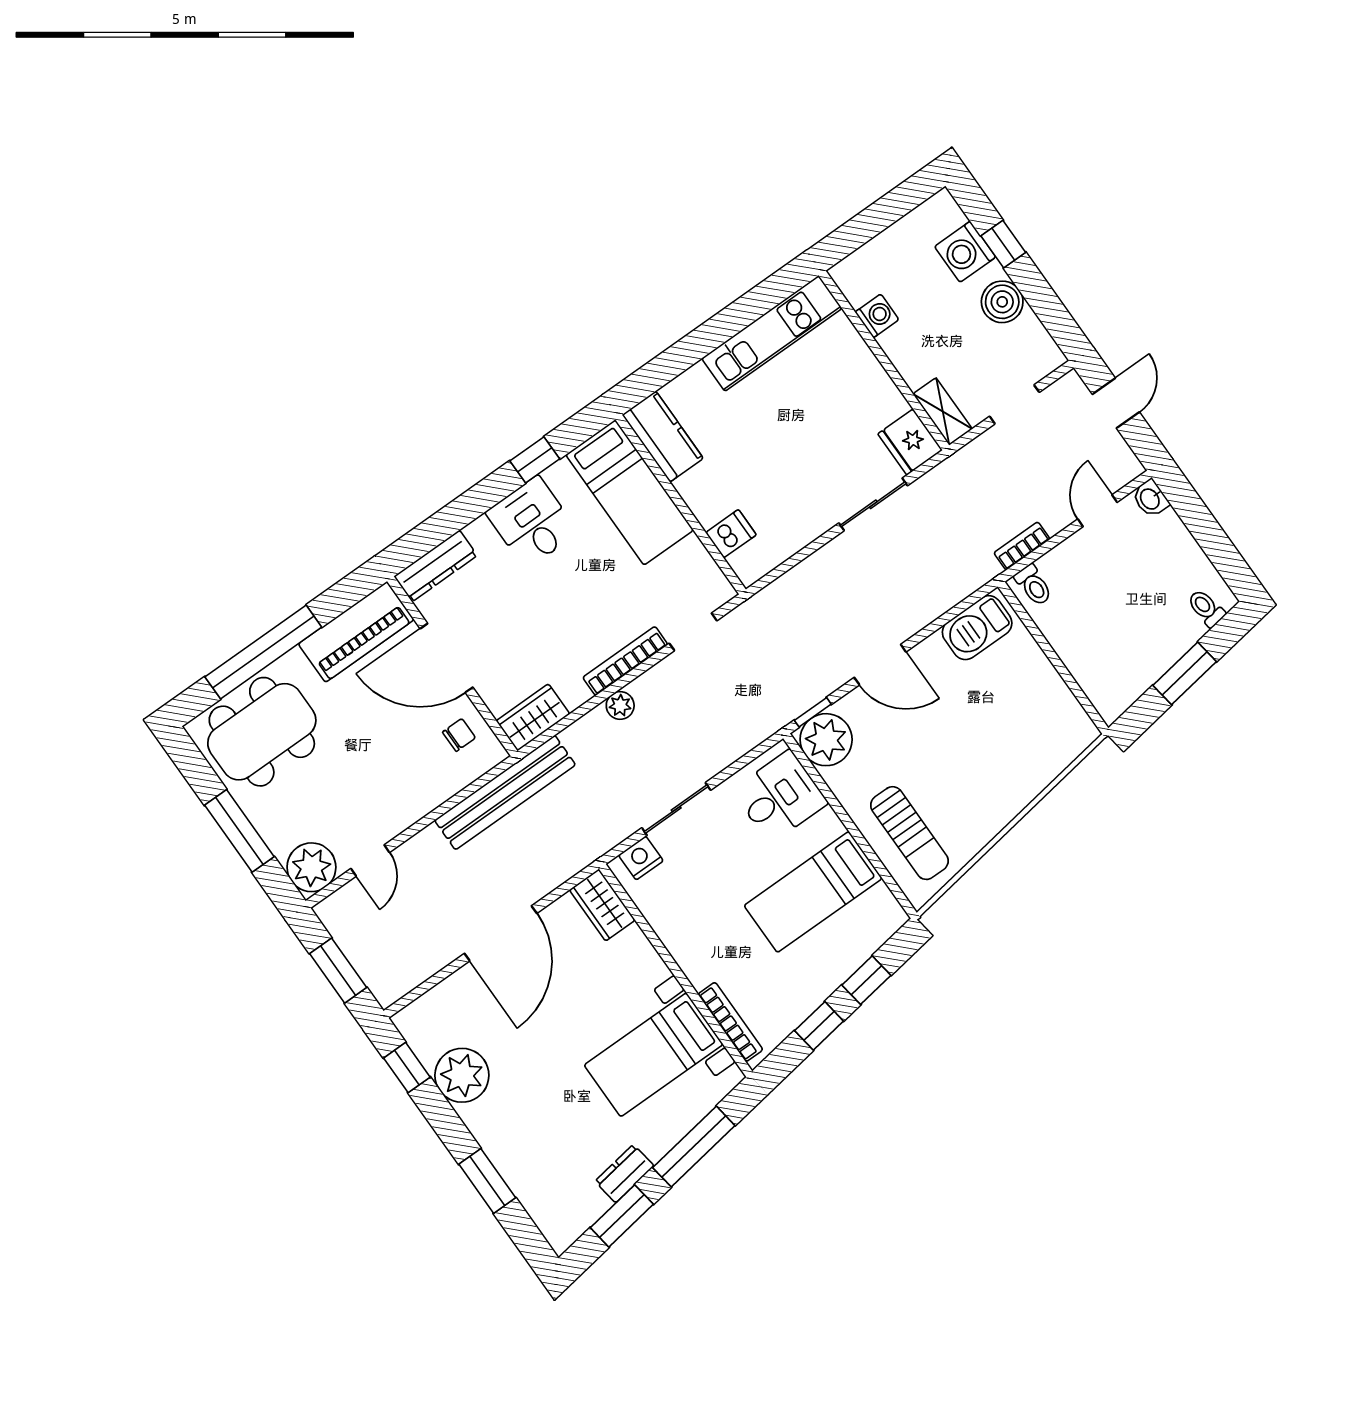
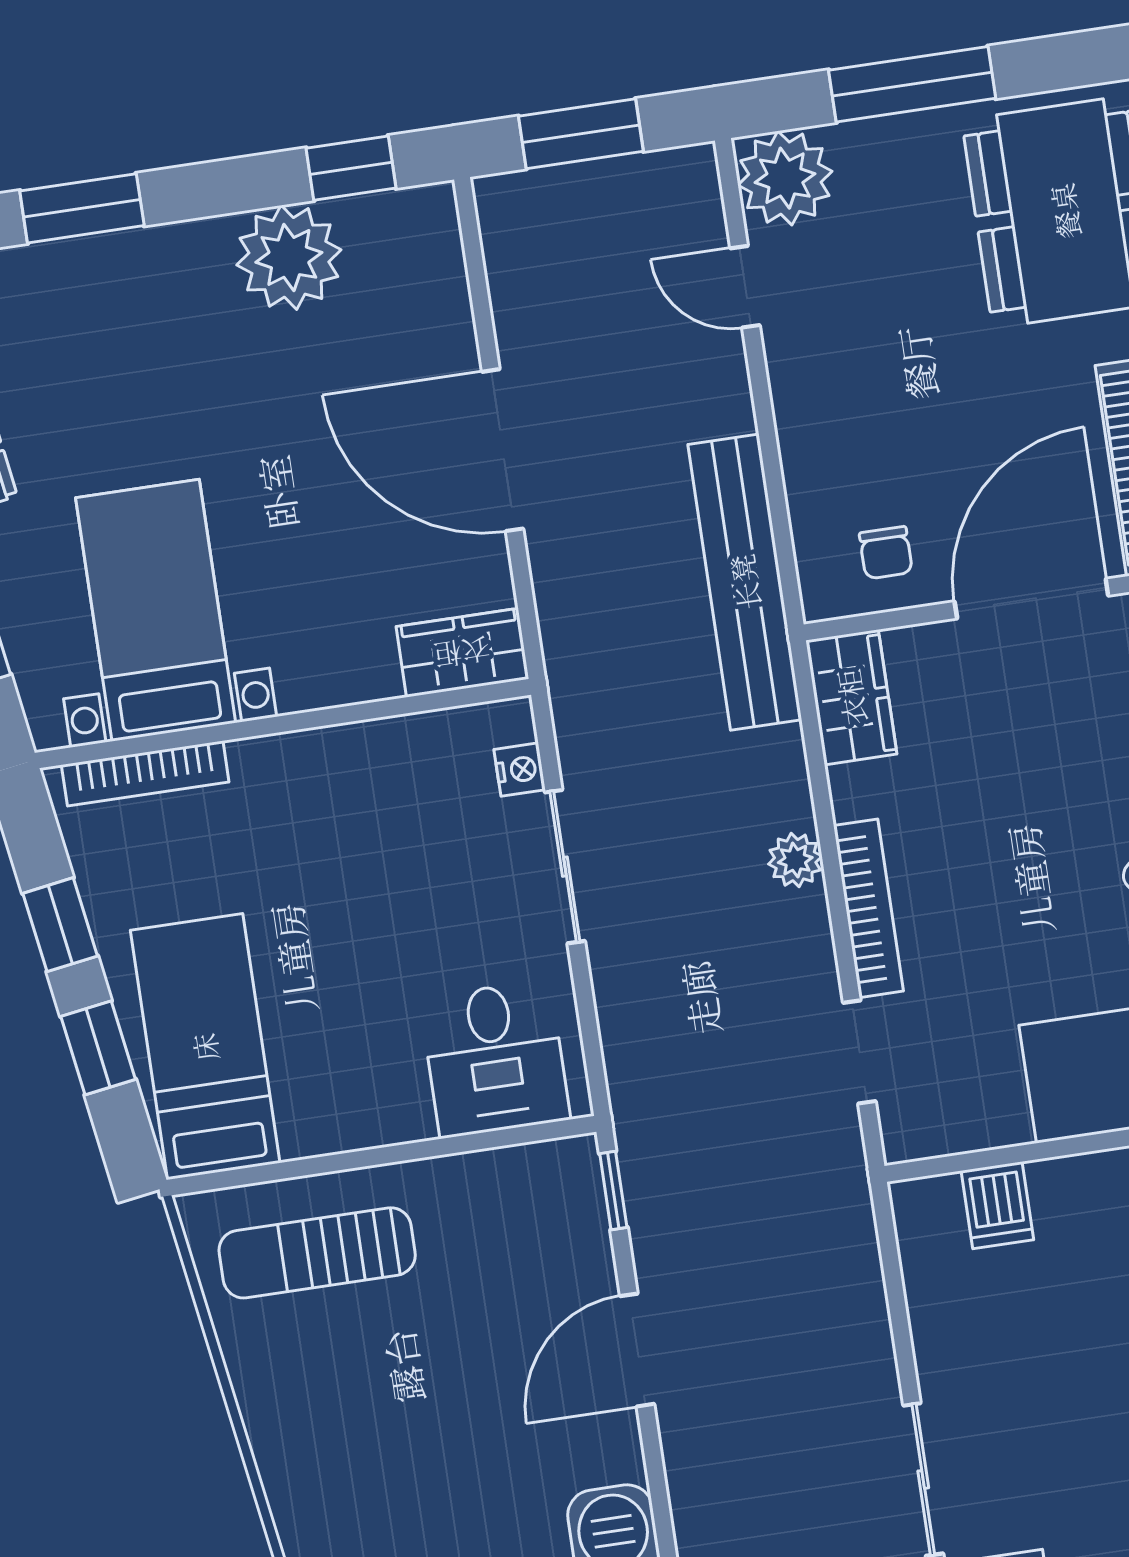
plant: (826, 740) -> (554, 1190), removed
nightstand: (641, 858) -> (520, 770), width x0.72, depth x0.74
bed: (813, 892) -> (205, 1047), moved

